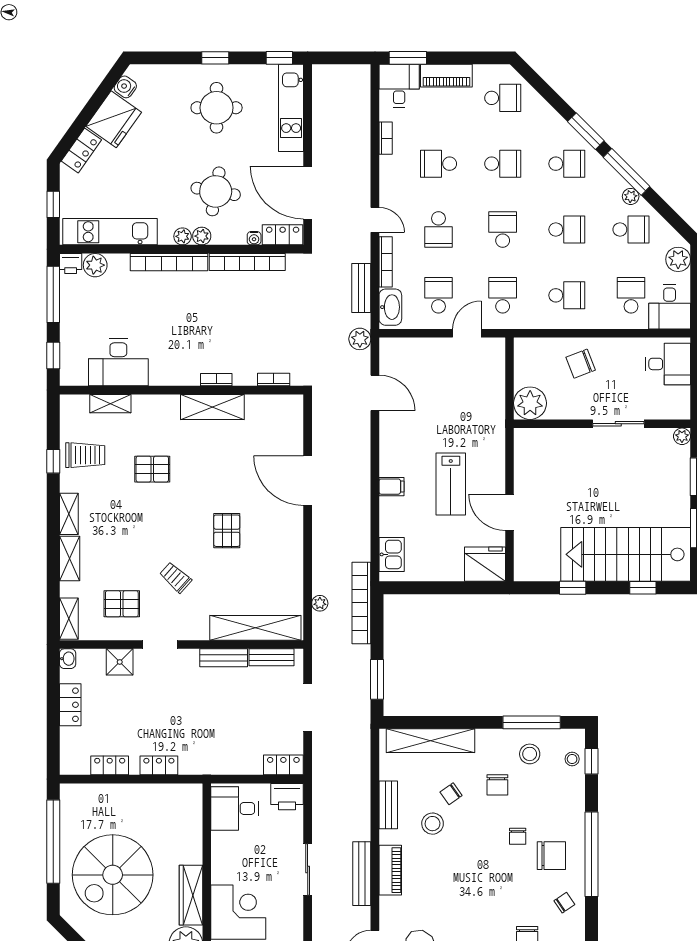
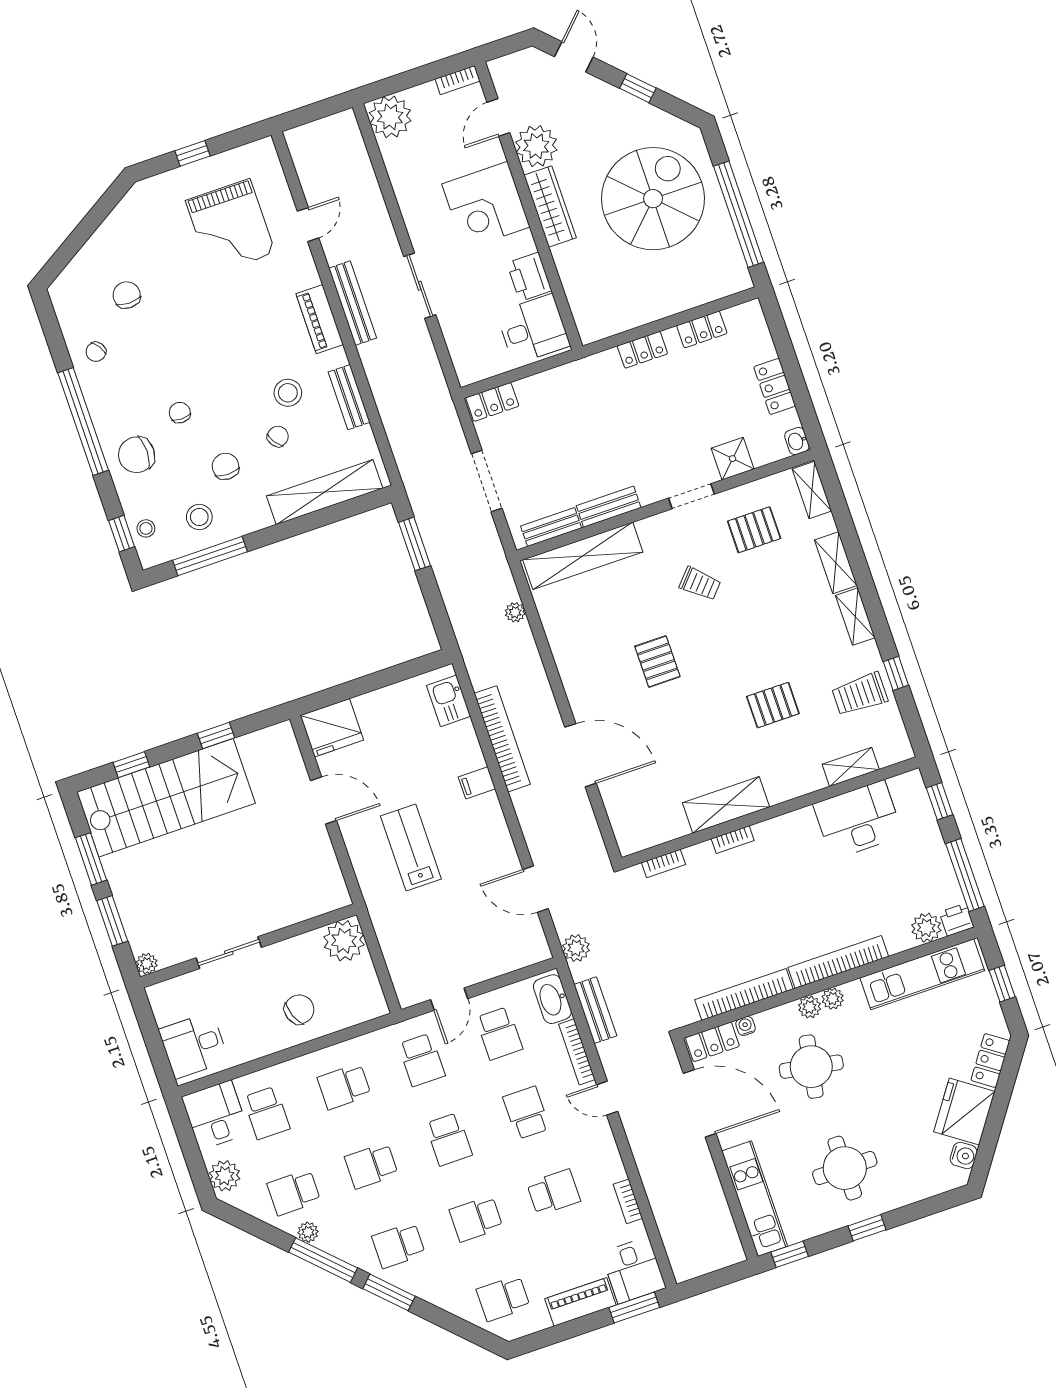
lab bench: (451, 484) -> (411, 847), moved
bookcase: (361, 603) -> (502, 739), moved
printer: (287, 797) -> (529, 277), moved, turned -90
chair: (551, 856) -> (137, 455), moved

